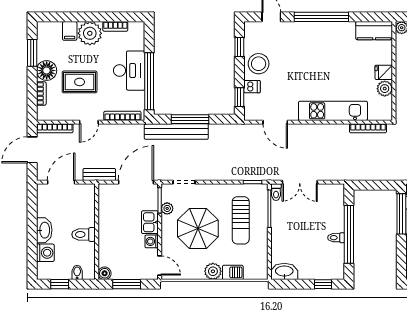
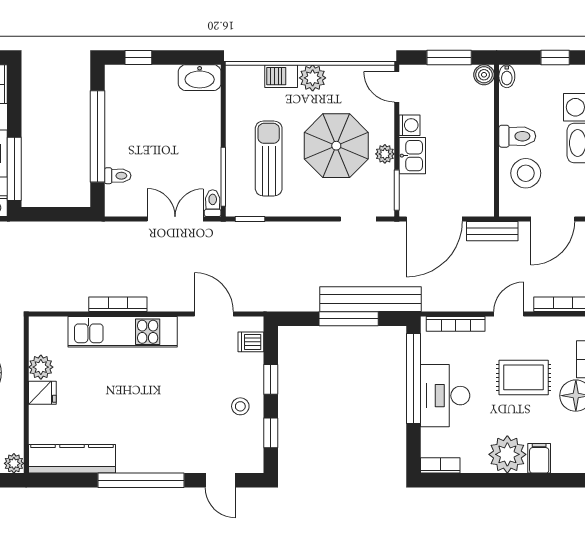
bookcase: (115, 26) -> (440, 465), moved
kitchen counter: (374, 31) -> (72, 459), width x1.50
stool: (259, 64) -> (240, 406), width x0.53, depth x0.53
dishwasher: (252, 87) -> (251, 342), moved
window: (239, 97) -> (271, 379), moved
bookcase: (368, 128) -> (118, 304), moved
plant: (167, 208) -> (385, 154), moved
stool: (78, 211) -> (526, 173), added
toilet: (336, 238) -> (118, 176), moved
bidet: (77, 272) -> (507, 76), moved

